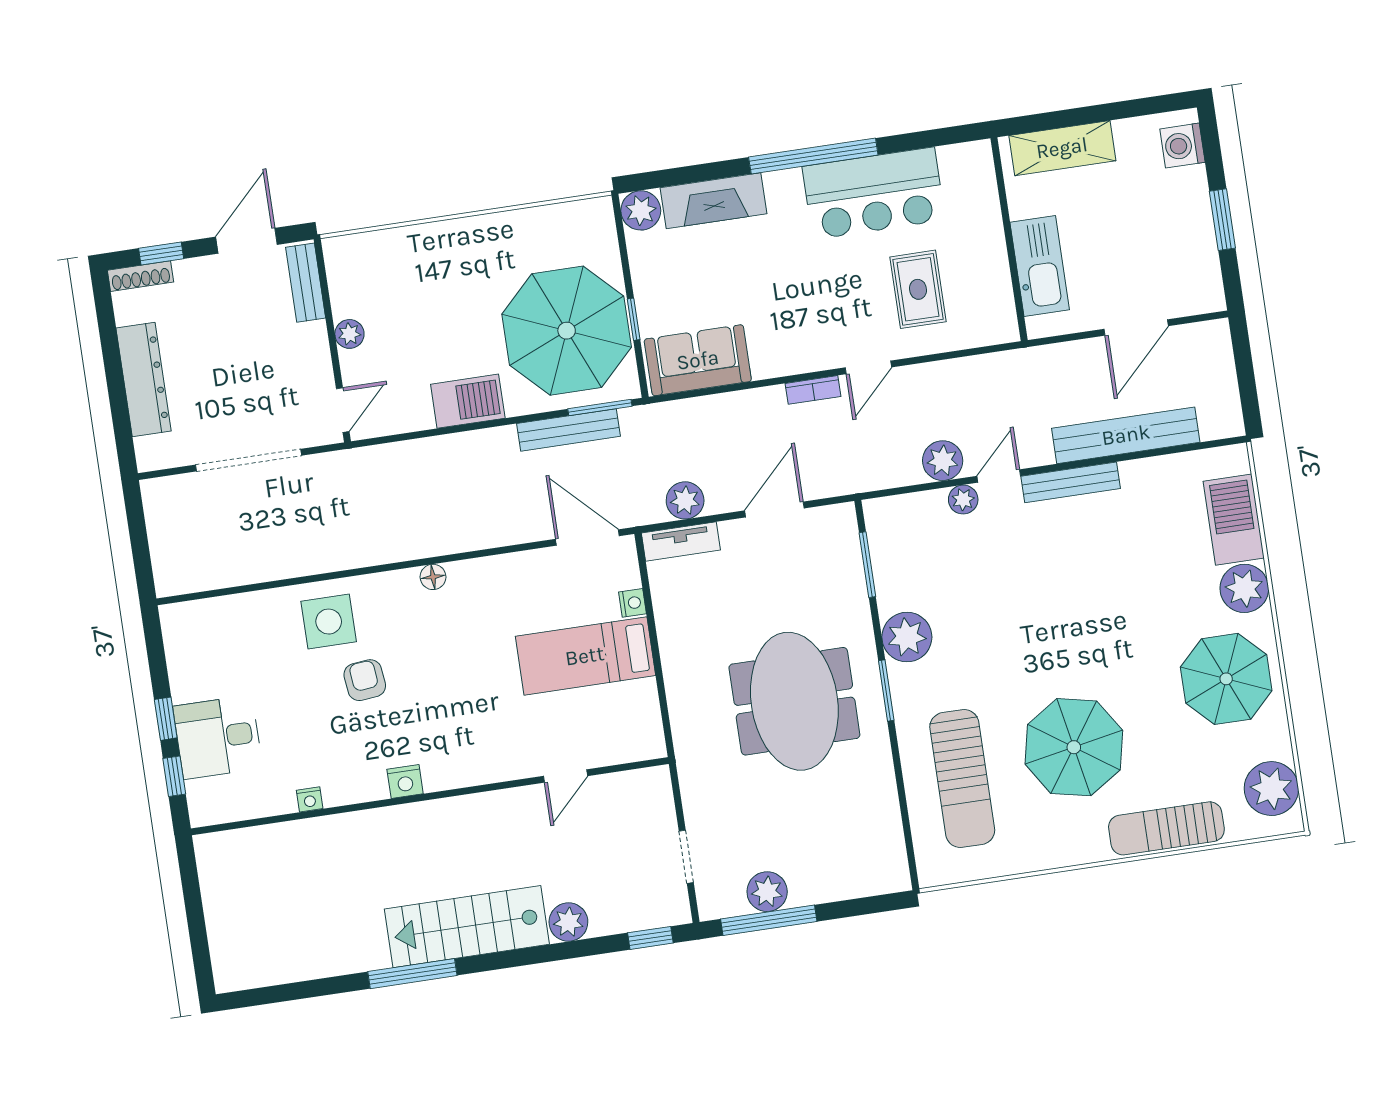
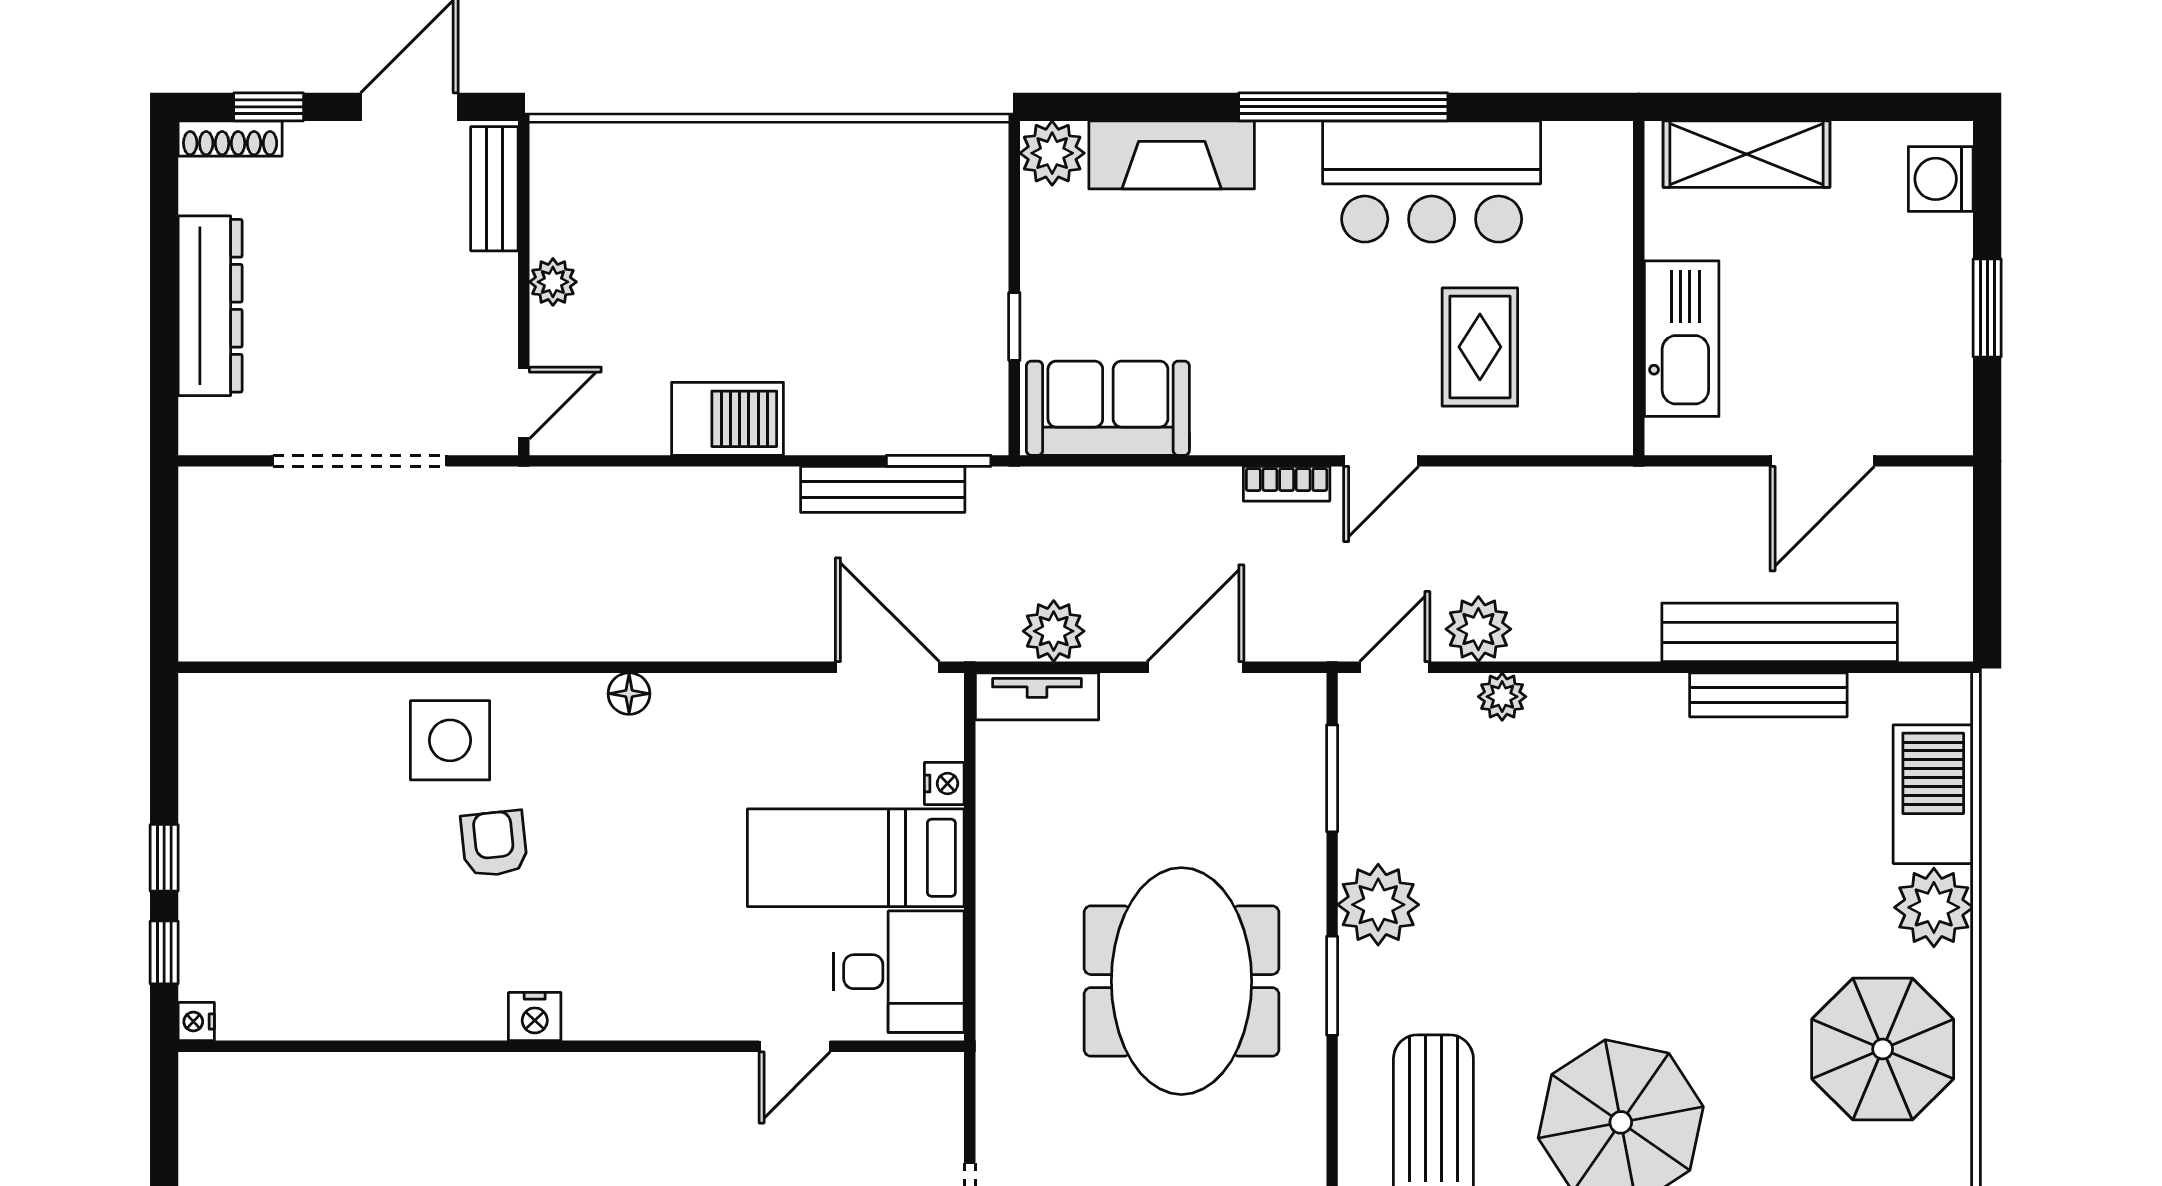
parasol: (567, 331) -> (904, 329), removed
door: (999, 476) -> (1395, 667), moved
bench: (1071, 482) -> (1768, 695), moved
desk: (218, 737) -> (899, 972), moved, turned 180
nightstand: (310, 799) -> (196, 1022), moved, turned 90

